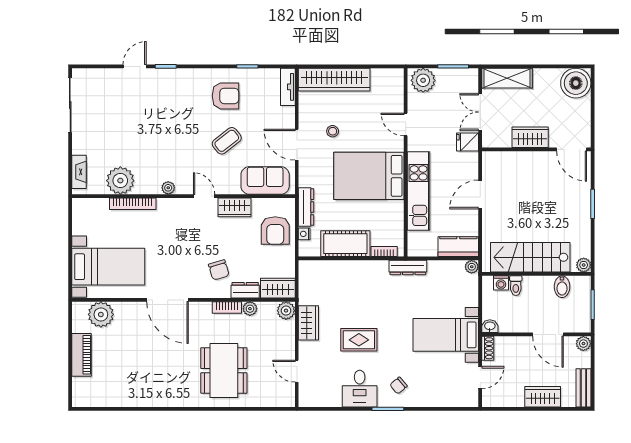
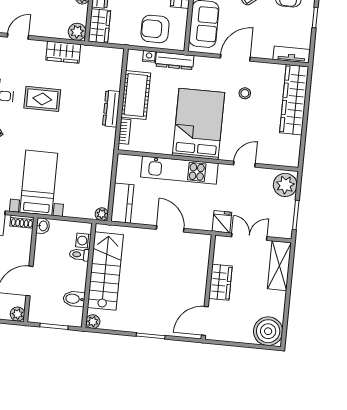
dresser: (408, 267) -> (111, 109), moved
rug: (359, 340) -> (42, 99), turned 90

